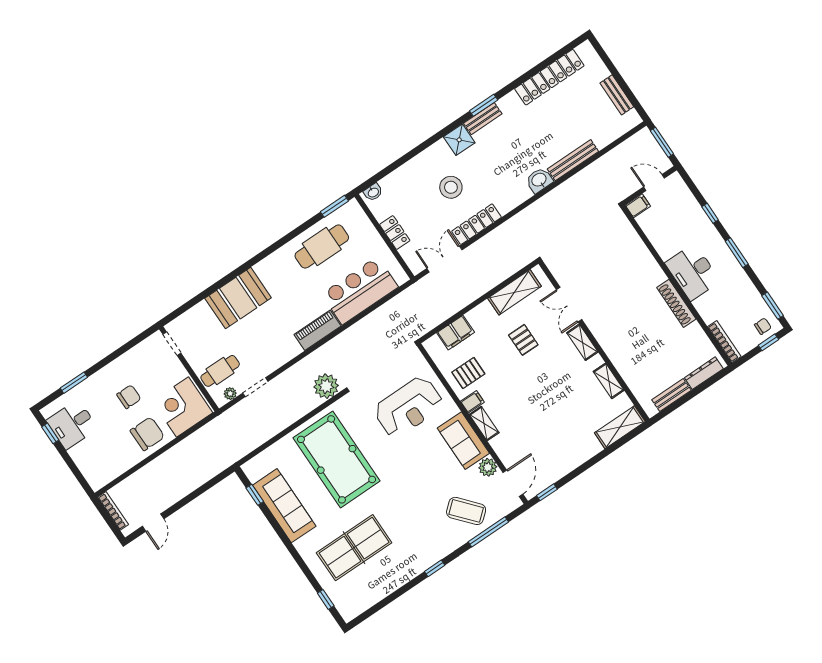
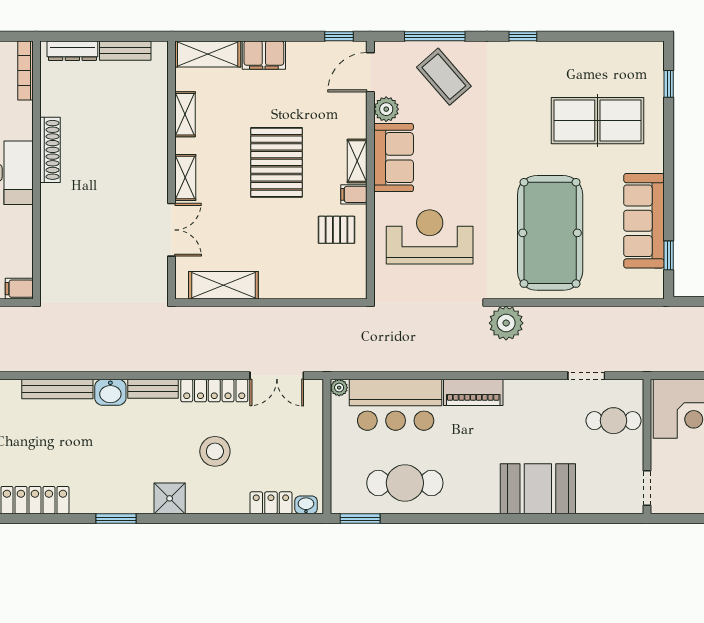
bench: (483, 119) -> (153, 389), moved
locker: (395, 233) -> (271, 503), moved, turned 90
filing cabinet: (456, 333) -> (264, 55), moved, turned 180
pallet: (523, 340) -> (277, 162), moved, width x2.05, depth x2.00
plant: (230, 394) -> (339, 388), moved

